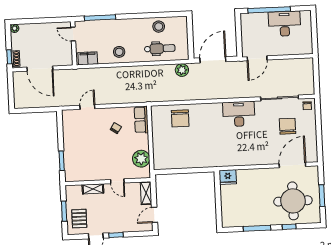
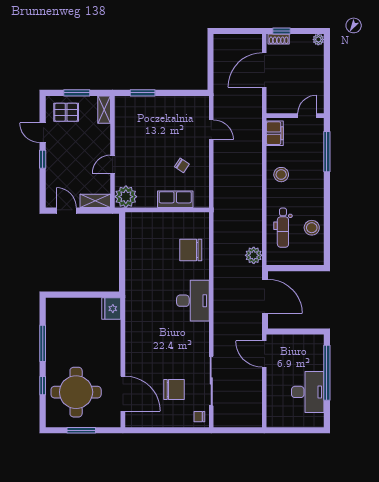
desk: (239, 114) -> (193, 301), moved
row of seats: (141, 120) -> (175, 199), moved
plant: (141, 159) -> (126, 197), moved
shelving: (93, 189) -> (104, 110), moved

